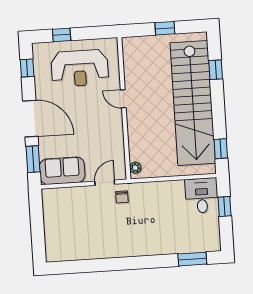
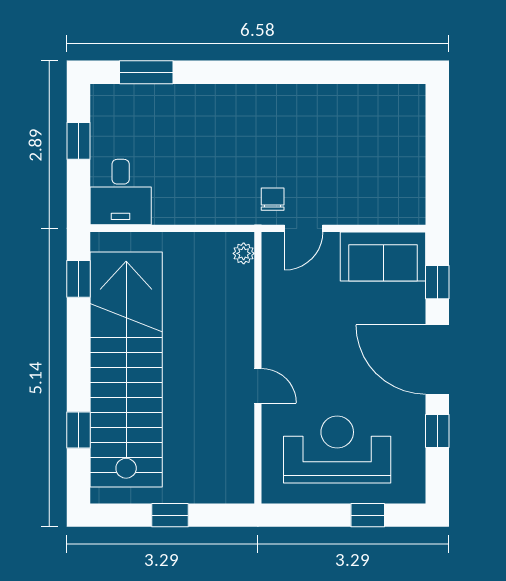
window: (27, 68) -> (437, 431), moved
window: (33, 159) -> (437, 282), width x0.67
window: (224, 207) -> (79, 141), moved

